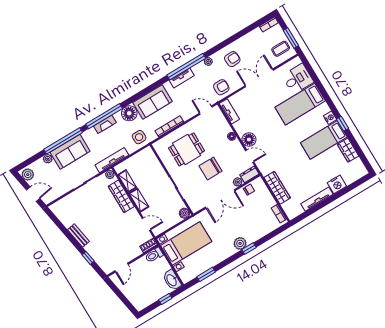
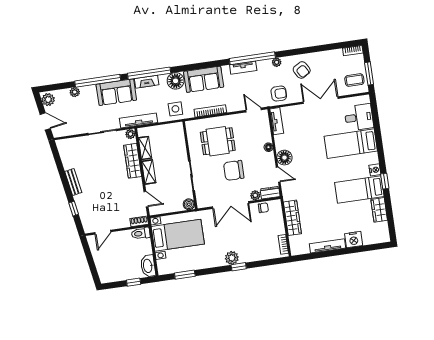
armchair: (232, 59) -> (302, 70), turned 62
sofa: (70, 152) -> (116, 92), moved

